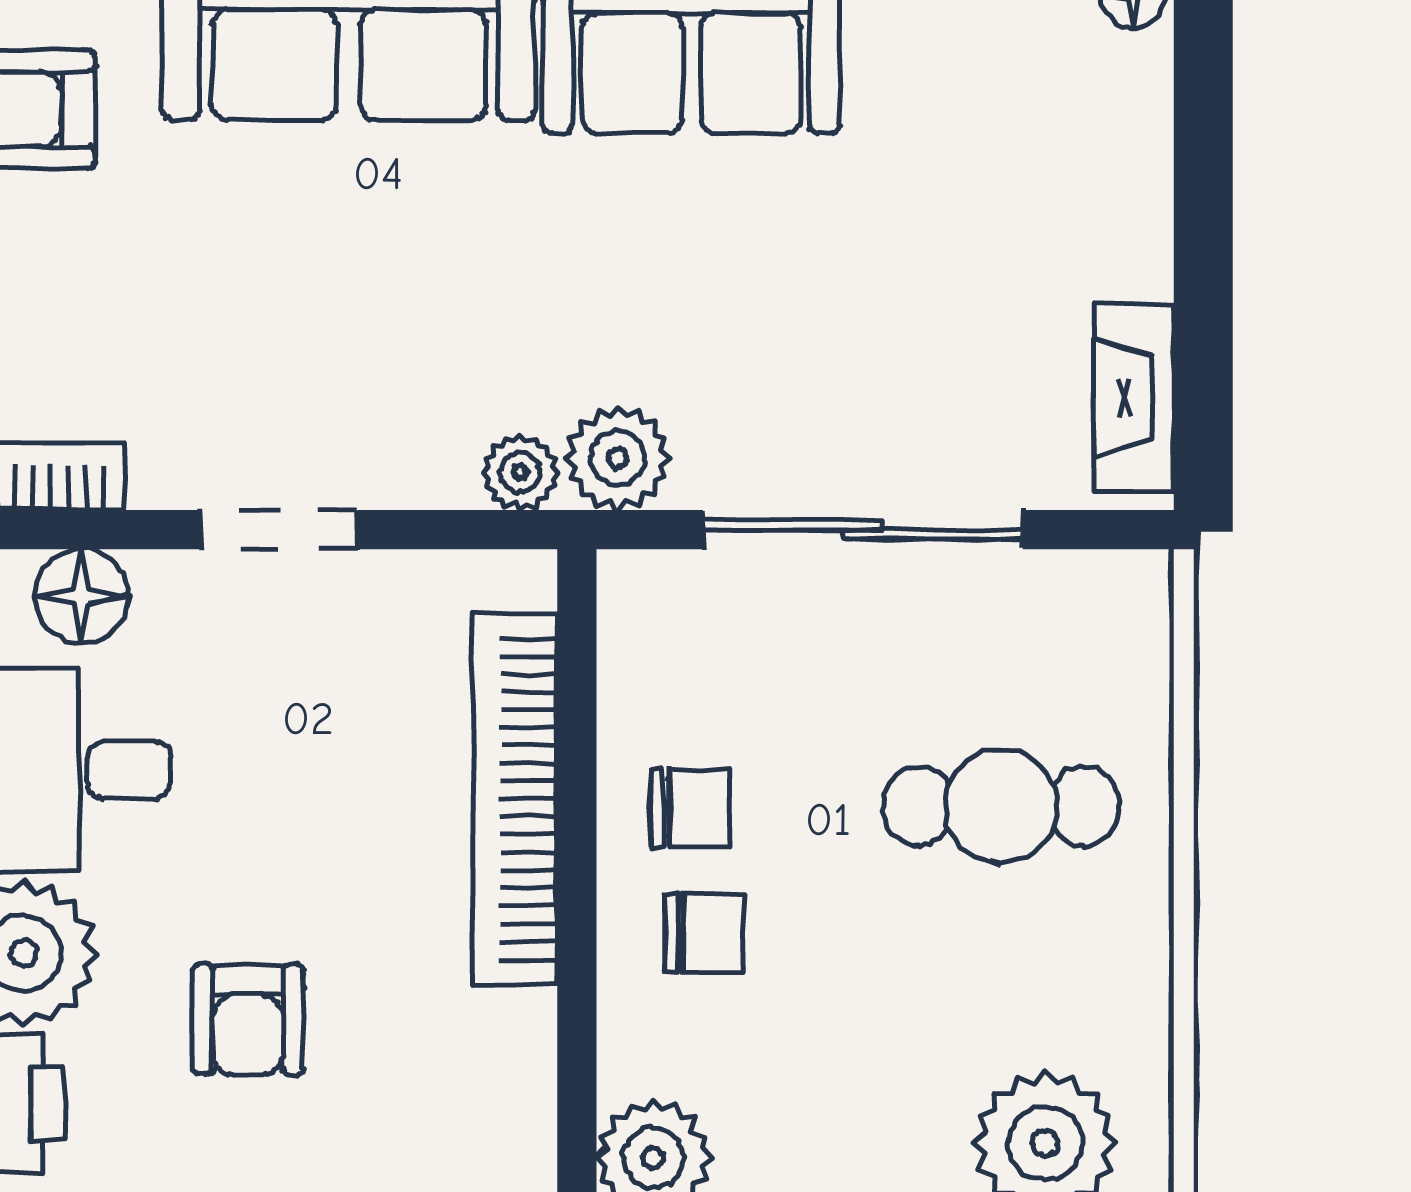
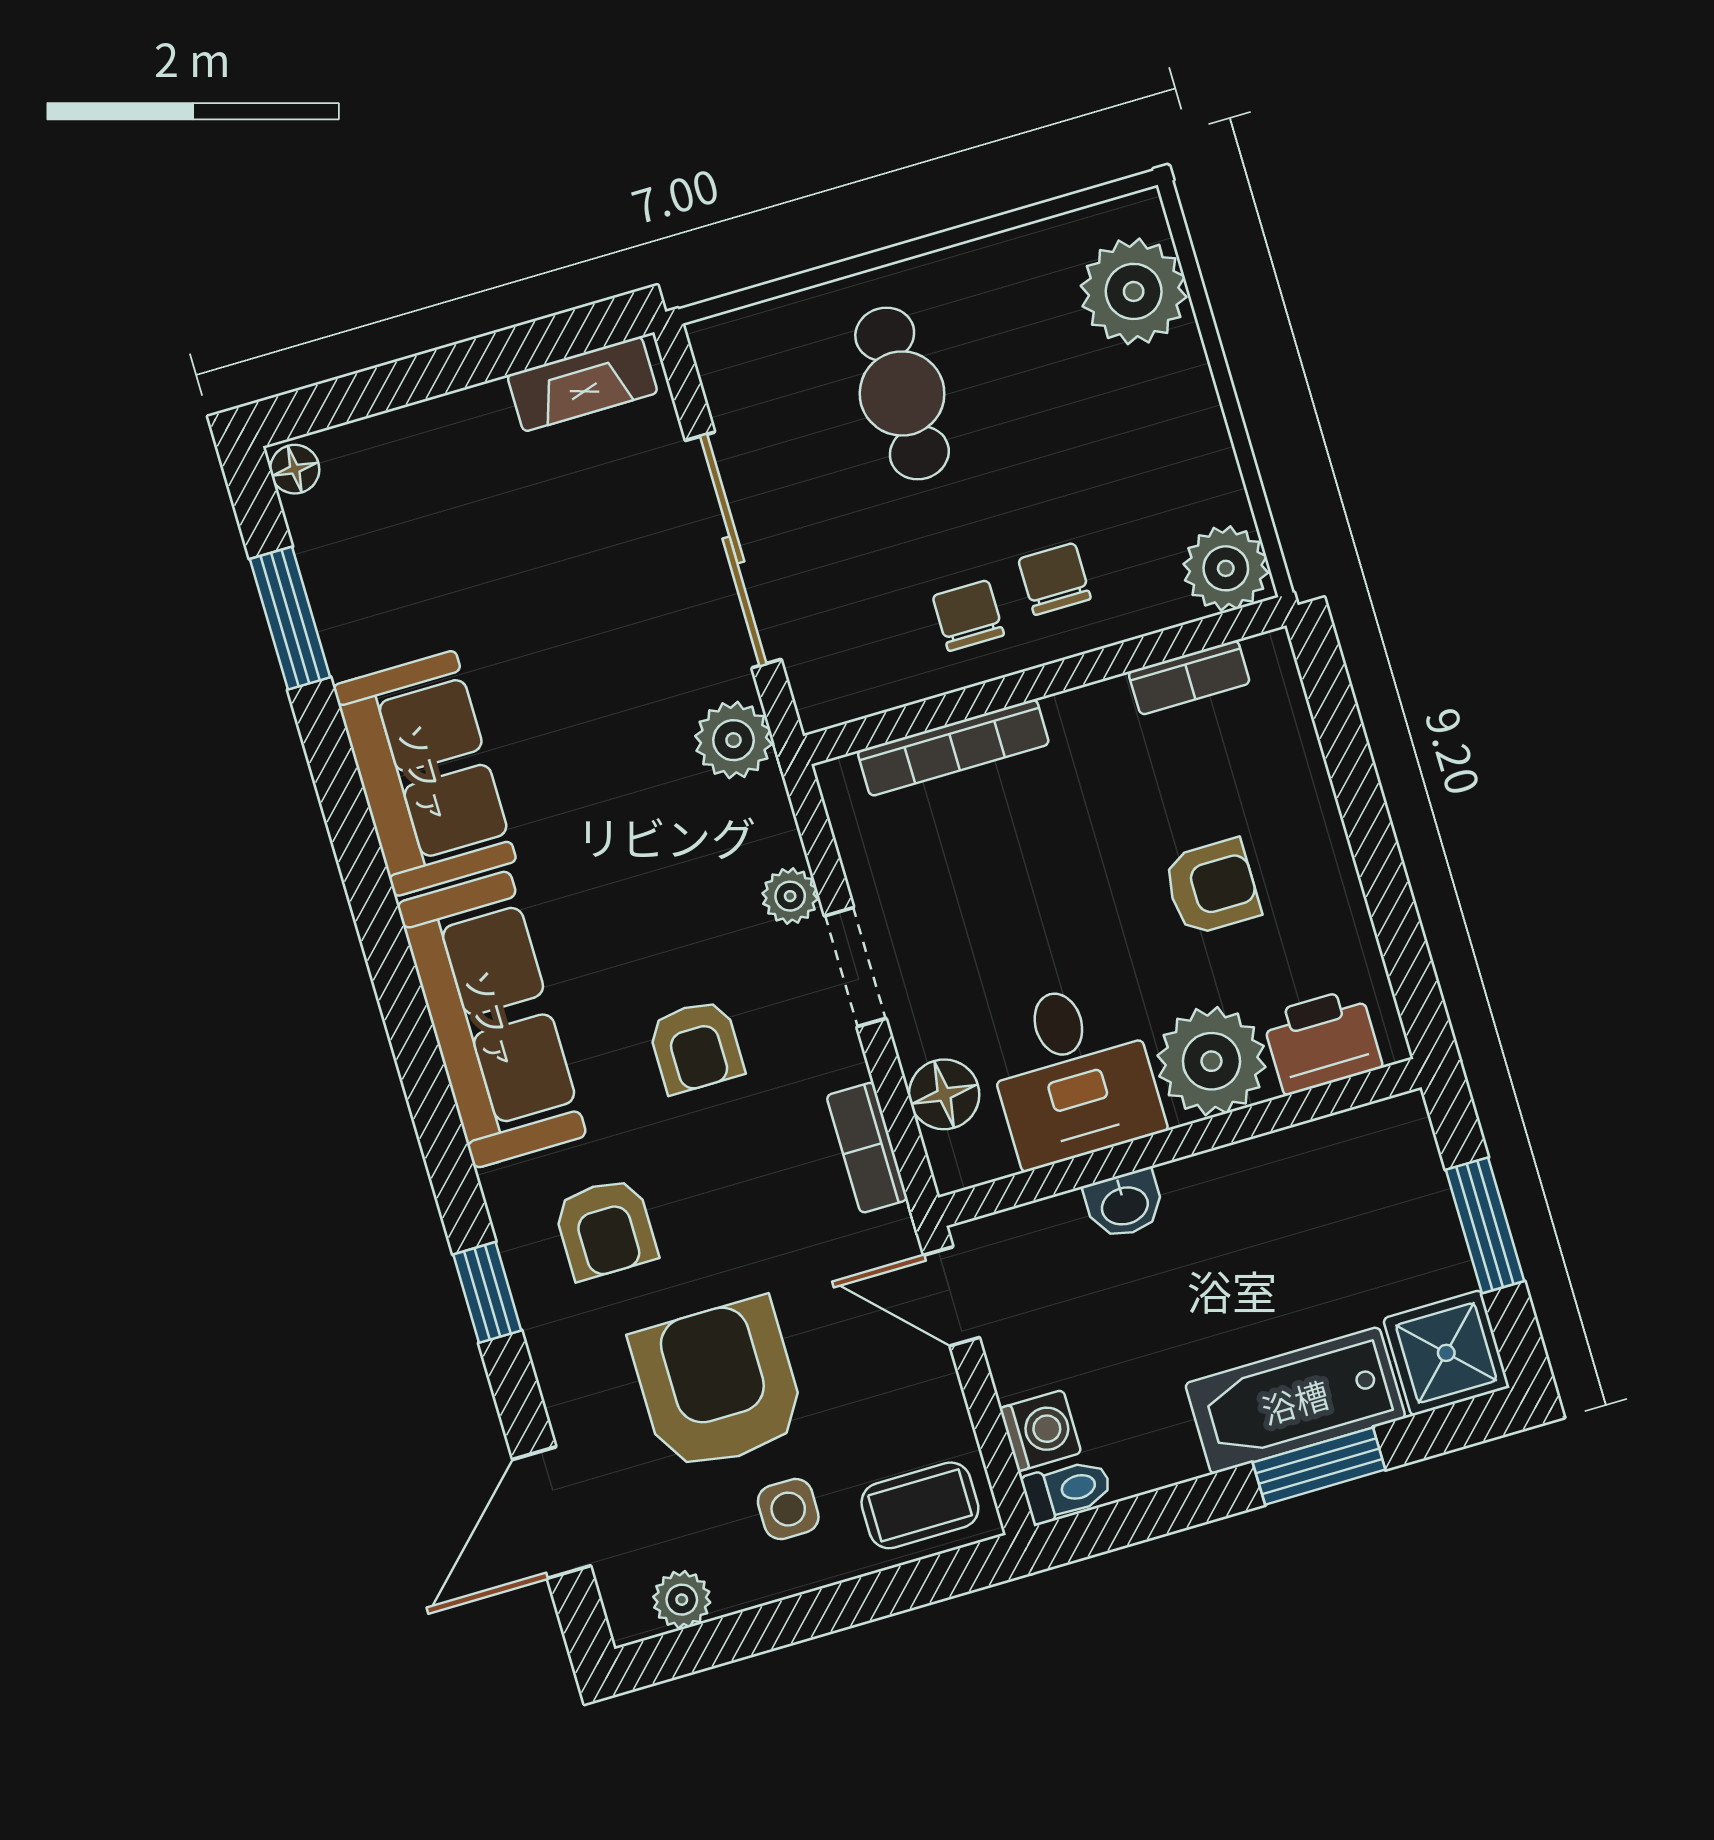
armchair: (237, 294) -> (696, 1046), added
plant: (520, 472) -> (790, 896), moved
bookcase: (515, 799) -> (953, 748), width x0.68, depth x0.76
bookcase: (527, 1069) -> (1189, 678), added

